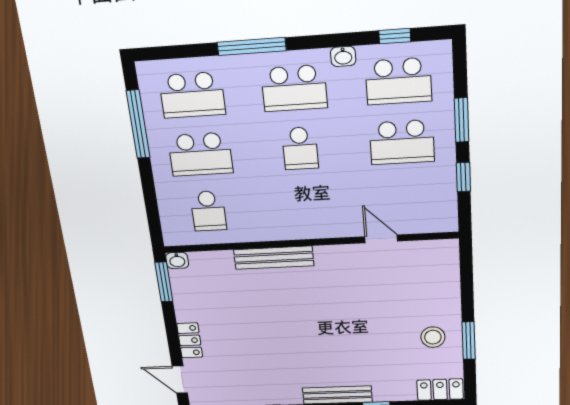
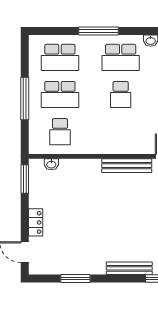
window: (138, 124) -> (25, 99), moved
bench: (274, 258) -> (127, 166), moved
washbasin: (177, 260) -> (51, 164), moved

